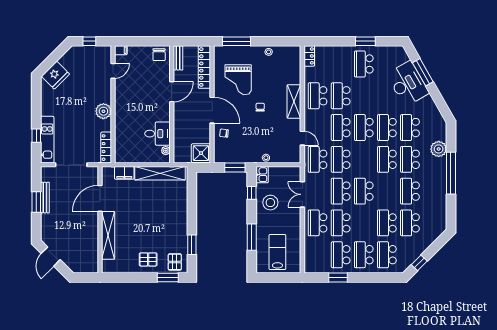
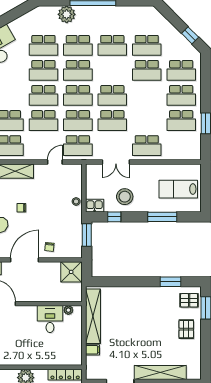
filing cabinet: (124, 173) -> (93, 350), width x0.50
school desk: (341, 223) -> (78, 95), moved

